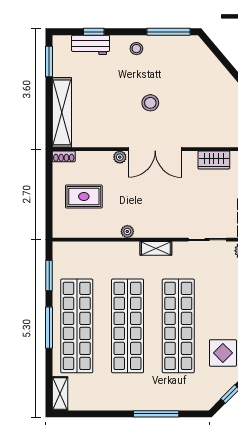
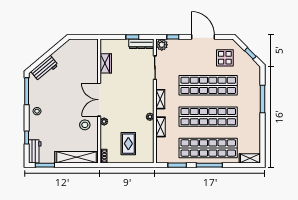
workbench: (91, 45) -> (35, 151), moved
workbench: (206, 61) -> (45, 68), added
stool: (150, 103) -> (85, 125), moved
double door: (155, 149) -> (99, 100), swing flipped
shelving: (111, 249) -> (160, 127), added

